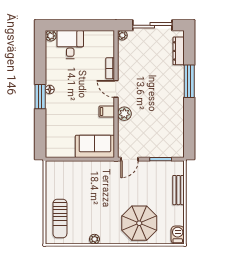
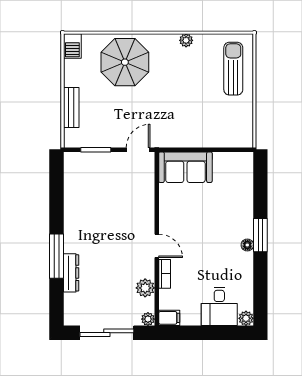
dresser: (179, 51) -> (71, 273), moved
filing cabinet: (107, 112) -> (169, 318), moved
plant: (124, 114) -> (145, 288), moved

